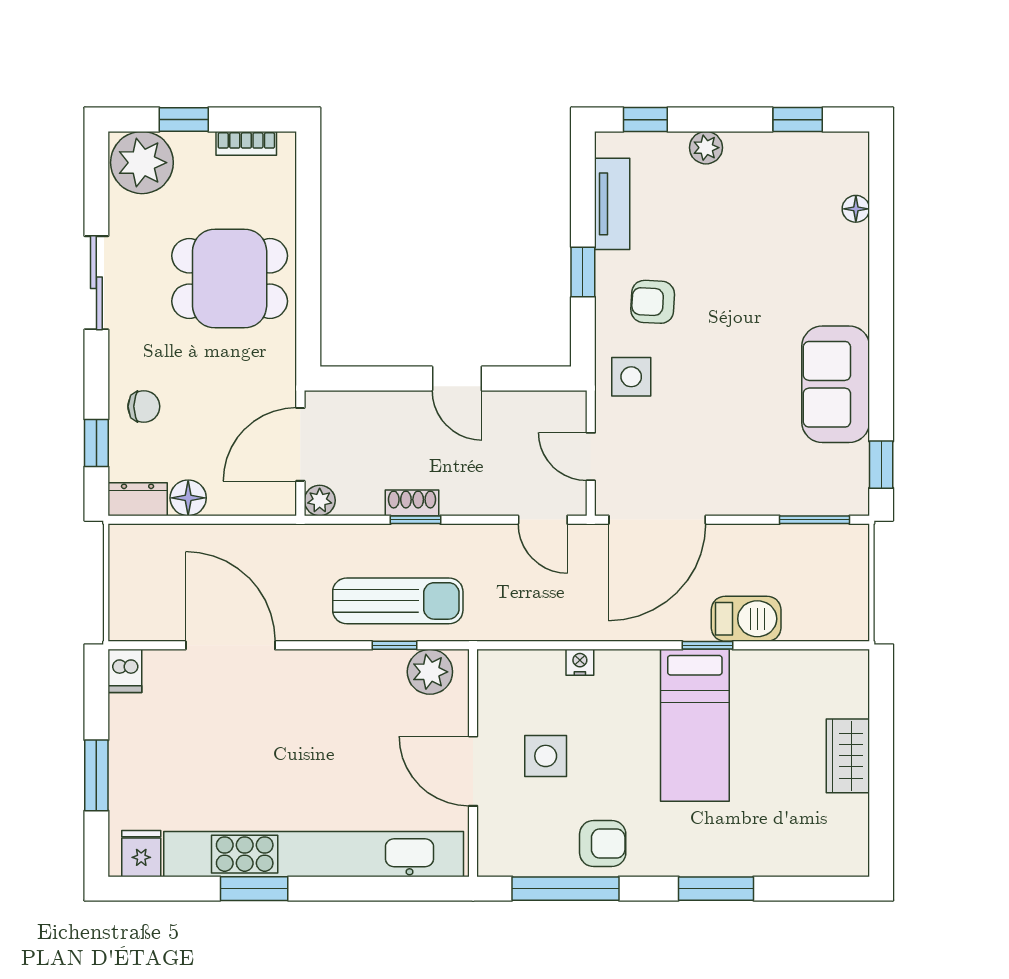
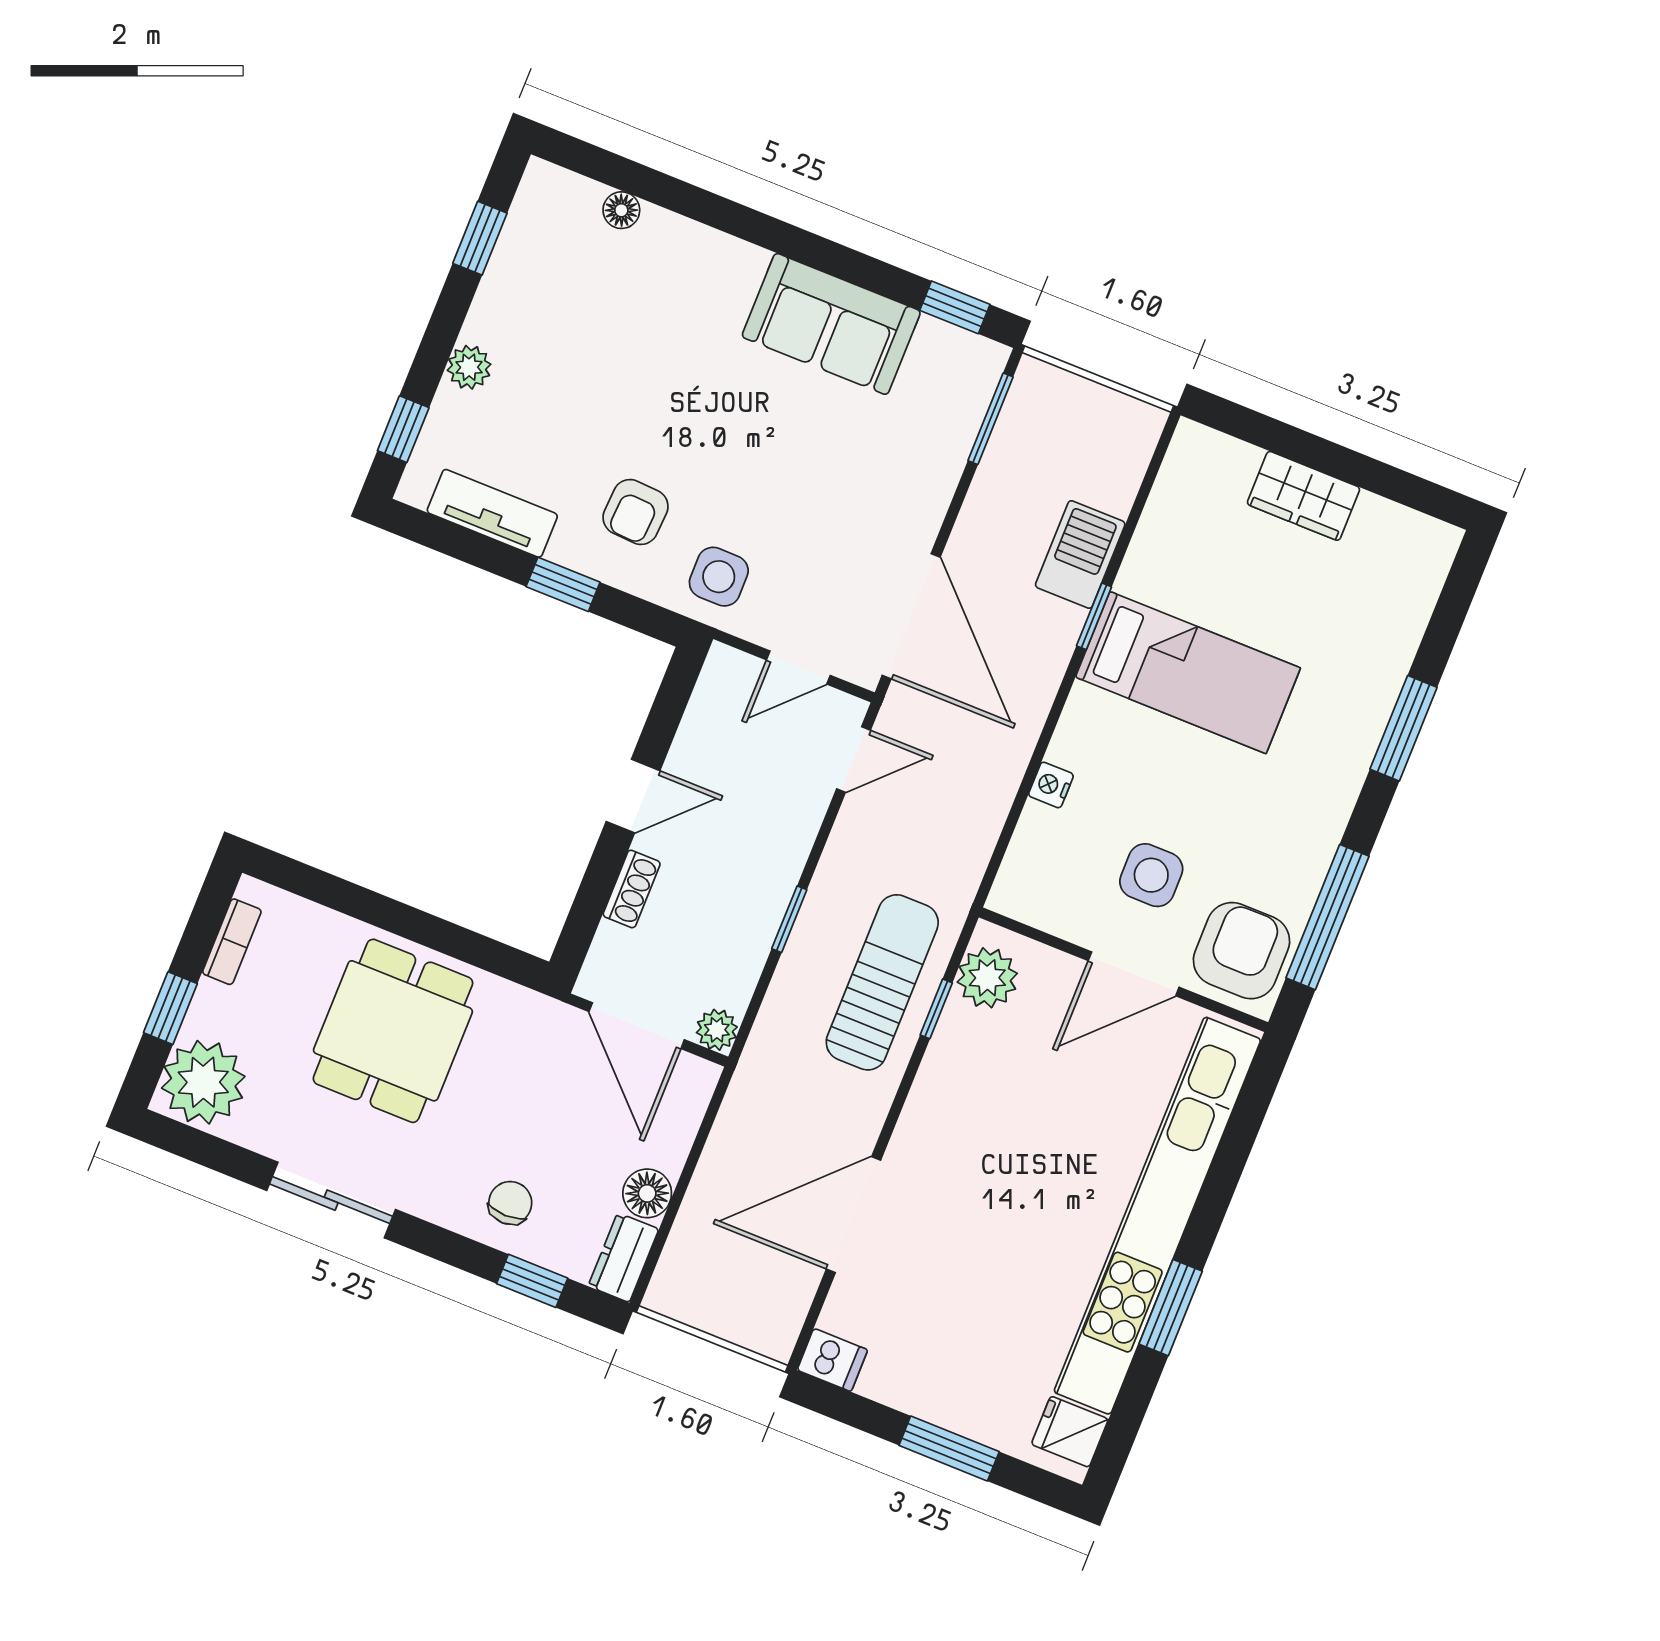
shoe rack: (412, 503) -> (632, 889), moved, turned 180
armchair: (603, 843) -> (1241, 951), moved, width x1.38, depth x1.38

